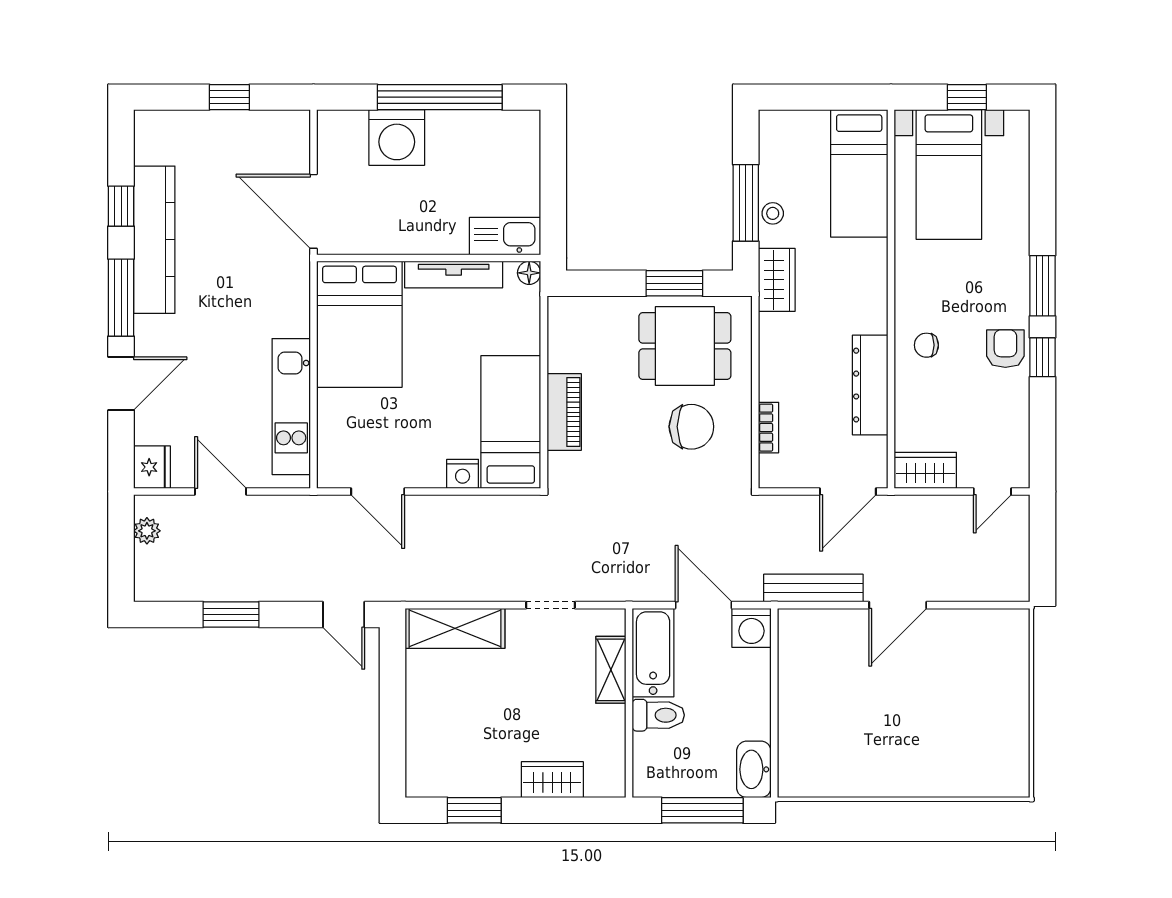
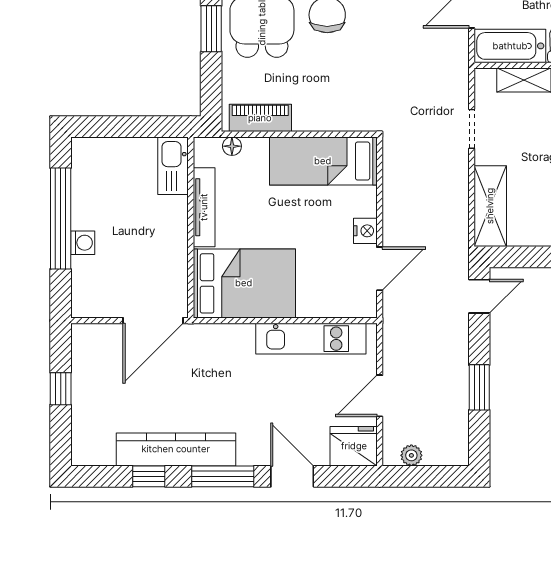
washing machine: (397, 138) -> (83, 243), width x0.53, depth x0.53
floor lamp: (529, 273) -> (232, 146), moved
piano: (564, 412) -> (260, 118), moved
fridge: (152, 467) -> (354, 446), width x1.36, depth x1.34
nightstand: (463, 474) -> (365, 231), moved

